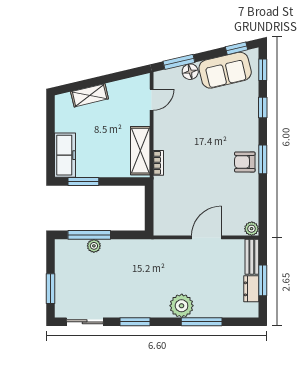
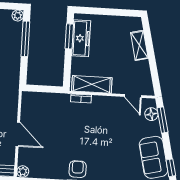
floor lamp: (190, 72) -> (151, 114), moved
freezer: (65, 155) -> (81, 38), moved, turned -90
plant: (94, 246) -> (18, 15), moved

